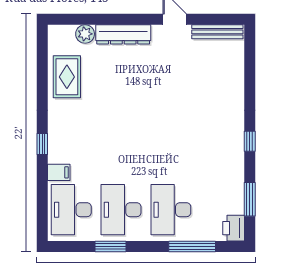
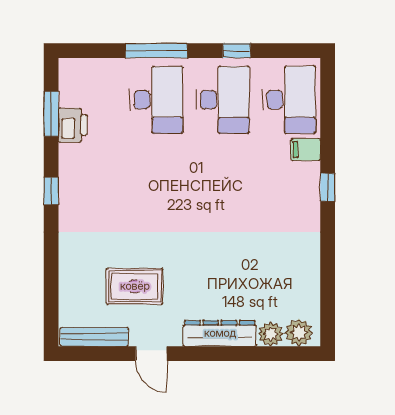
plant: (64, 35) -> (299, 333), added
rug: (67, 77) -> (135, 286), moved, turned 90
printer: (234, 228) -> (73, 125), moved
window: (111, 246) -> (237, 51), width x0.67
window: (192, 246) -> (156, 51), moved

